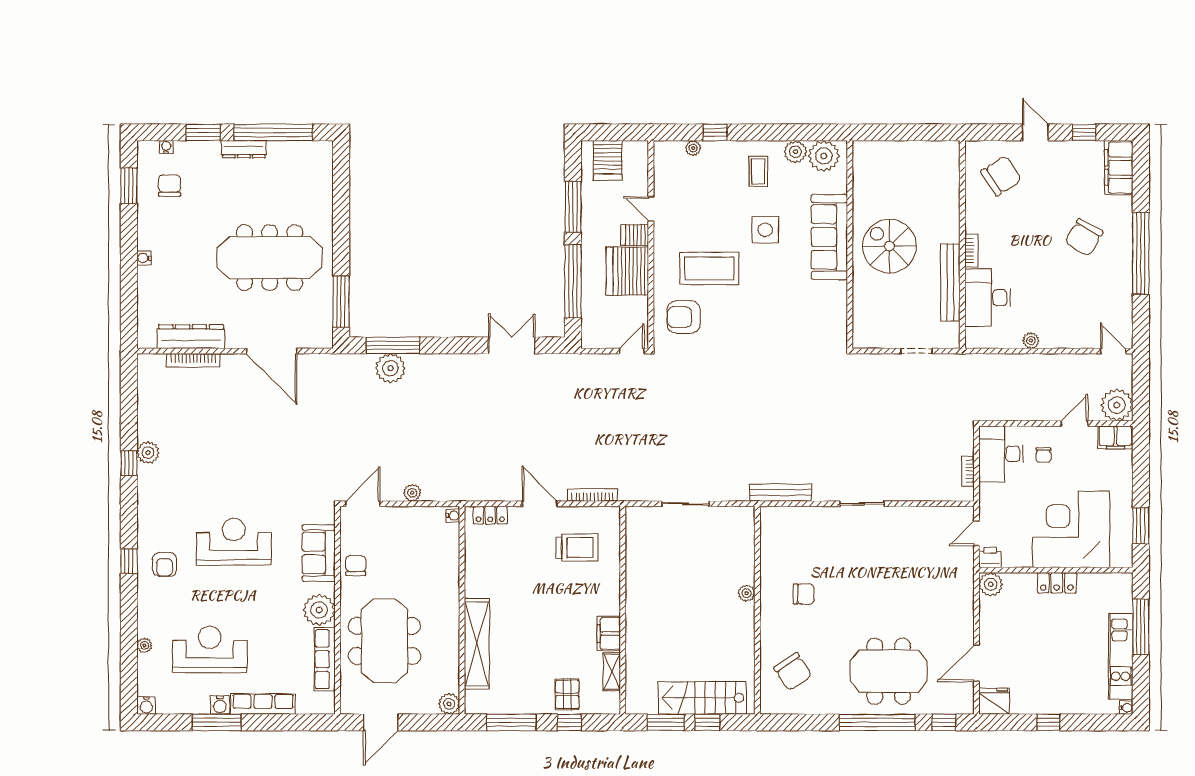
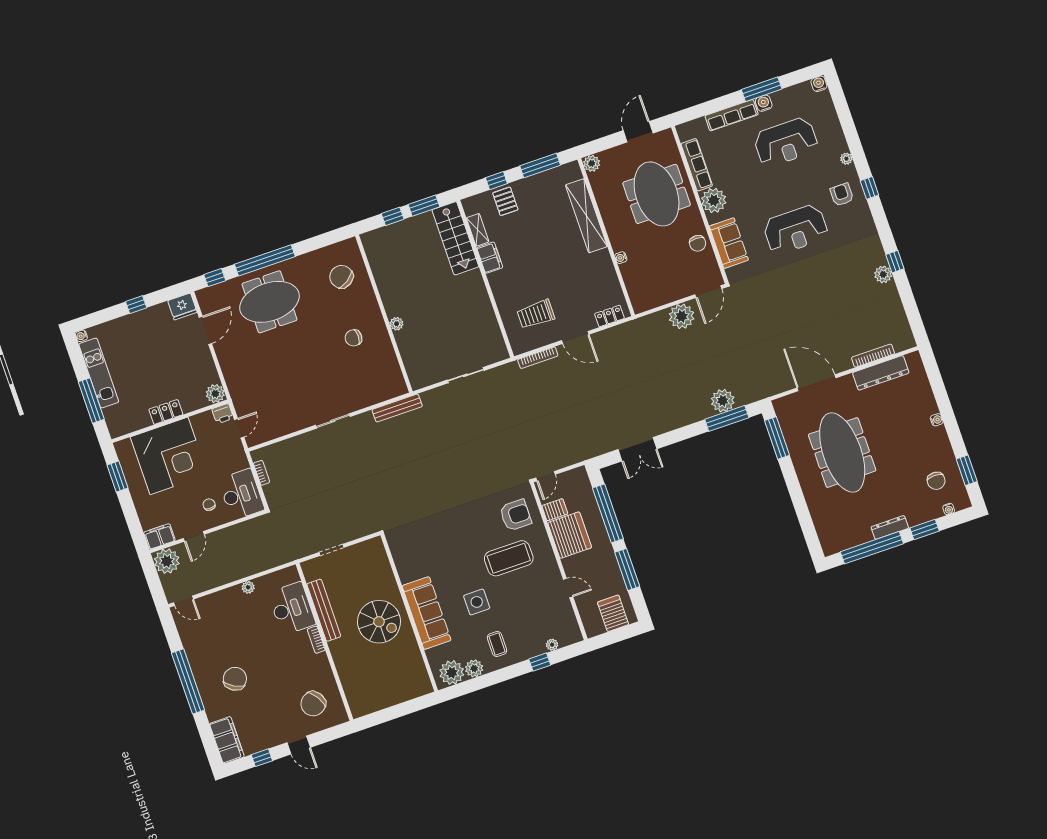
server rack: (635, 235) -> (555, 510), moved
meeting table: (270, 258) -> (842, 453), turned 90
plant: (412, 493) -> (682, 316), width x1.88, depth x1.88
water cooler: (453, 516) -> (621, 258), moved
plant: (144, 645) -> (846, 159), moved
stairs: (702, 698) -> (455, 238), moved, turned 90

